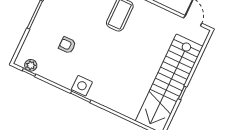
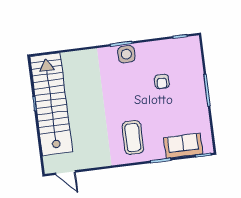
armchair: (67, 45) -> (162, 81), turned 90
plant: (31, 65) -> (182, 44), removed

